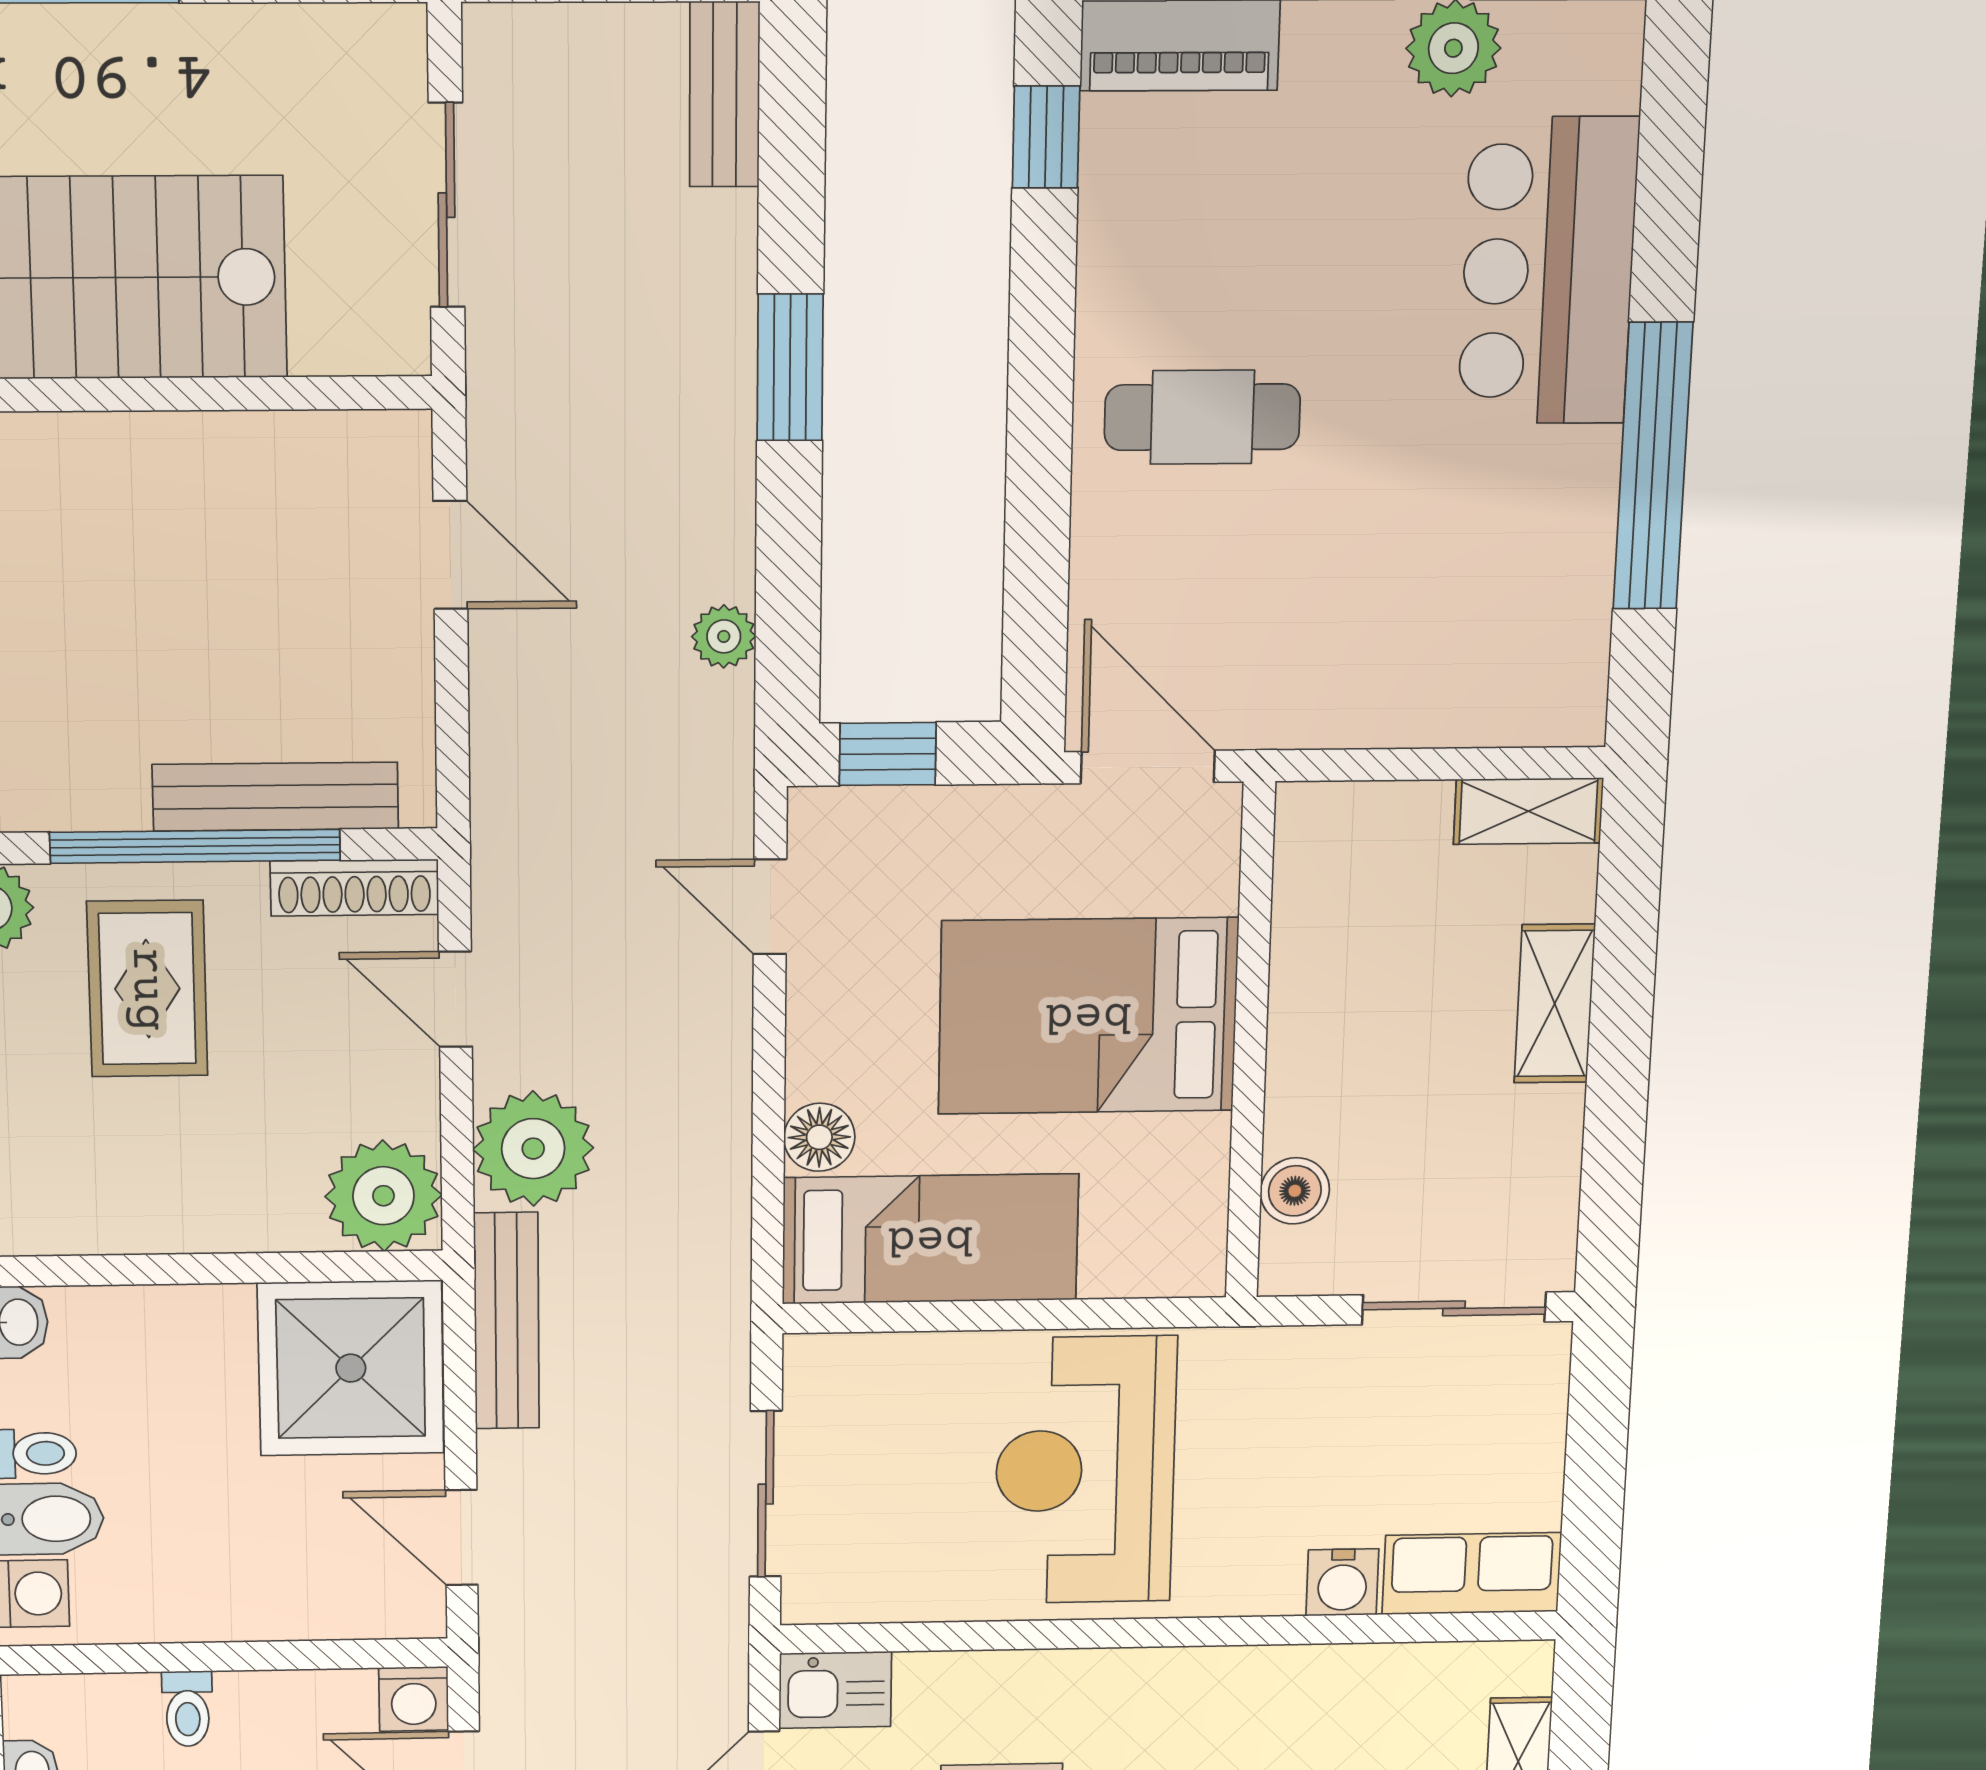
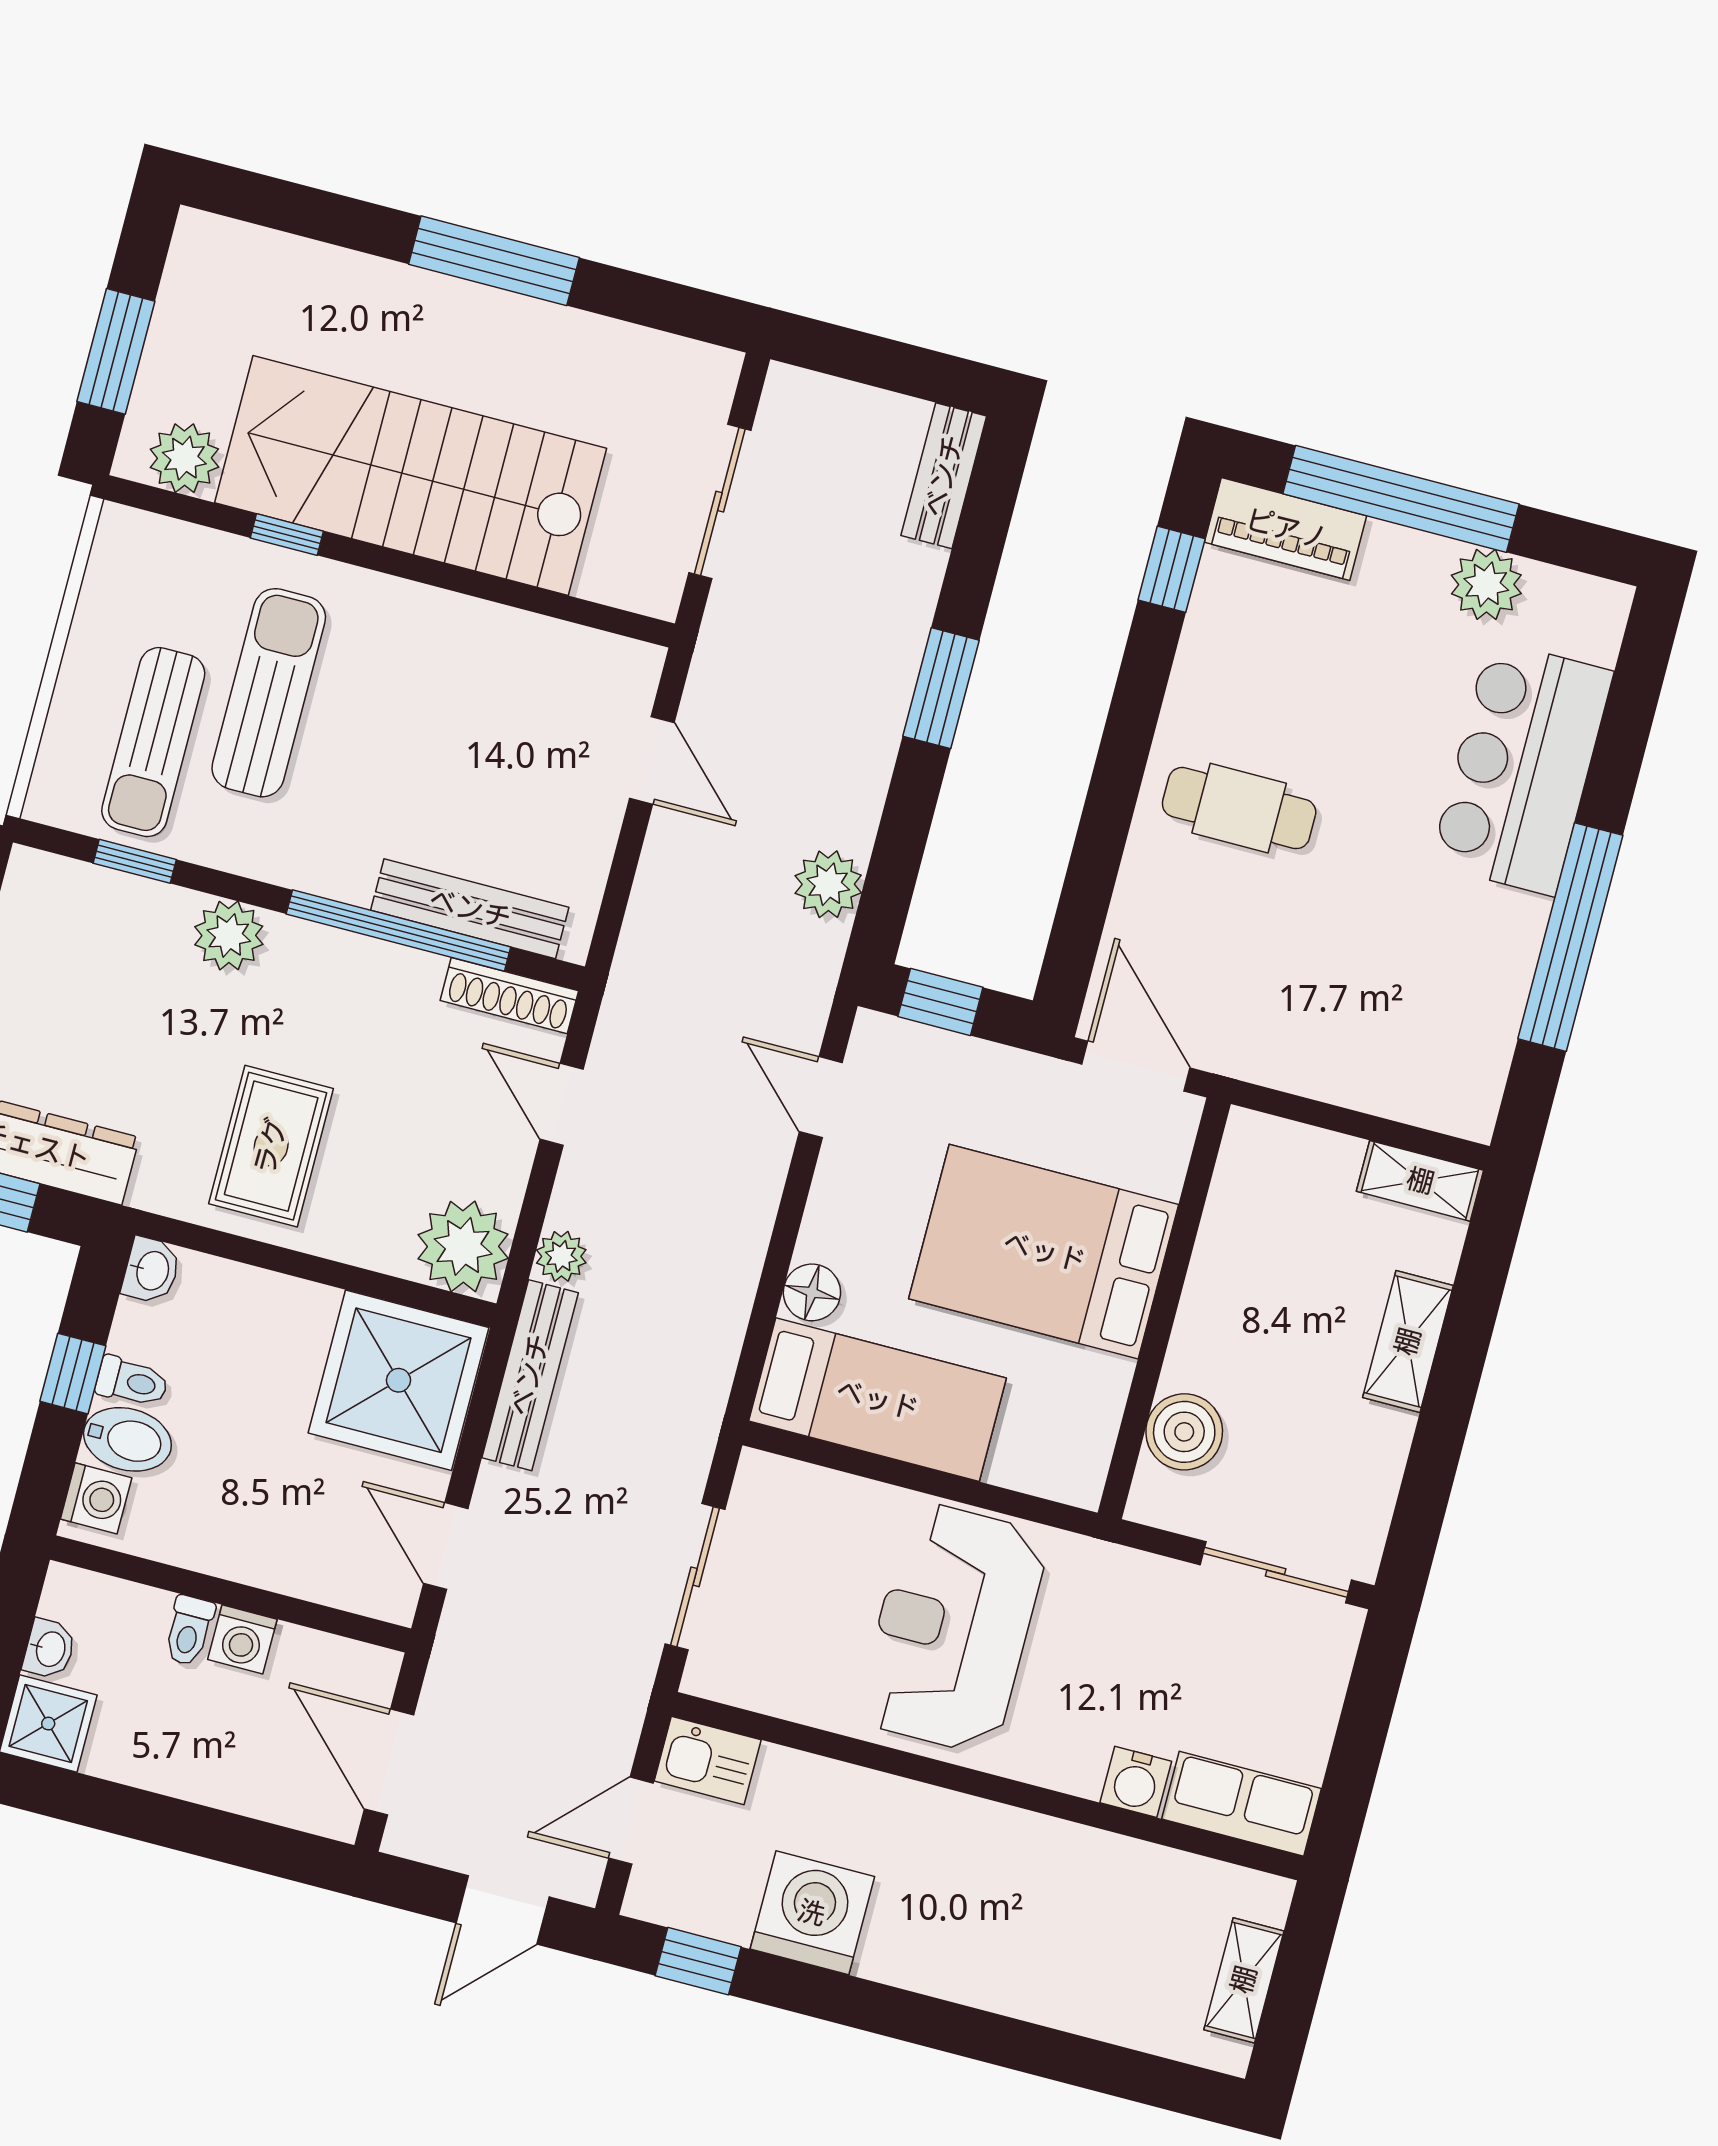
plant: (724, 636) -> (828, 884), width x1.38, depth x1.38
rug: (147, 989) -> (271, 1146), moved
plant: (533, 1149) -> (561, 1256), width x0.53, depth x0.53
boiler: (1295, 1191) -> (1184, 1432), width x1.36, depth x1.36
washing machine: (414, 1699) -> (242, 1639), moved

